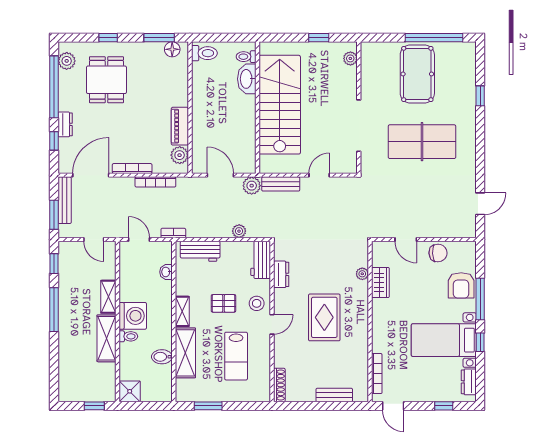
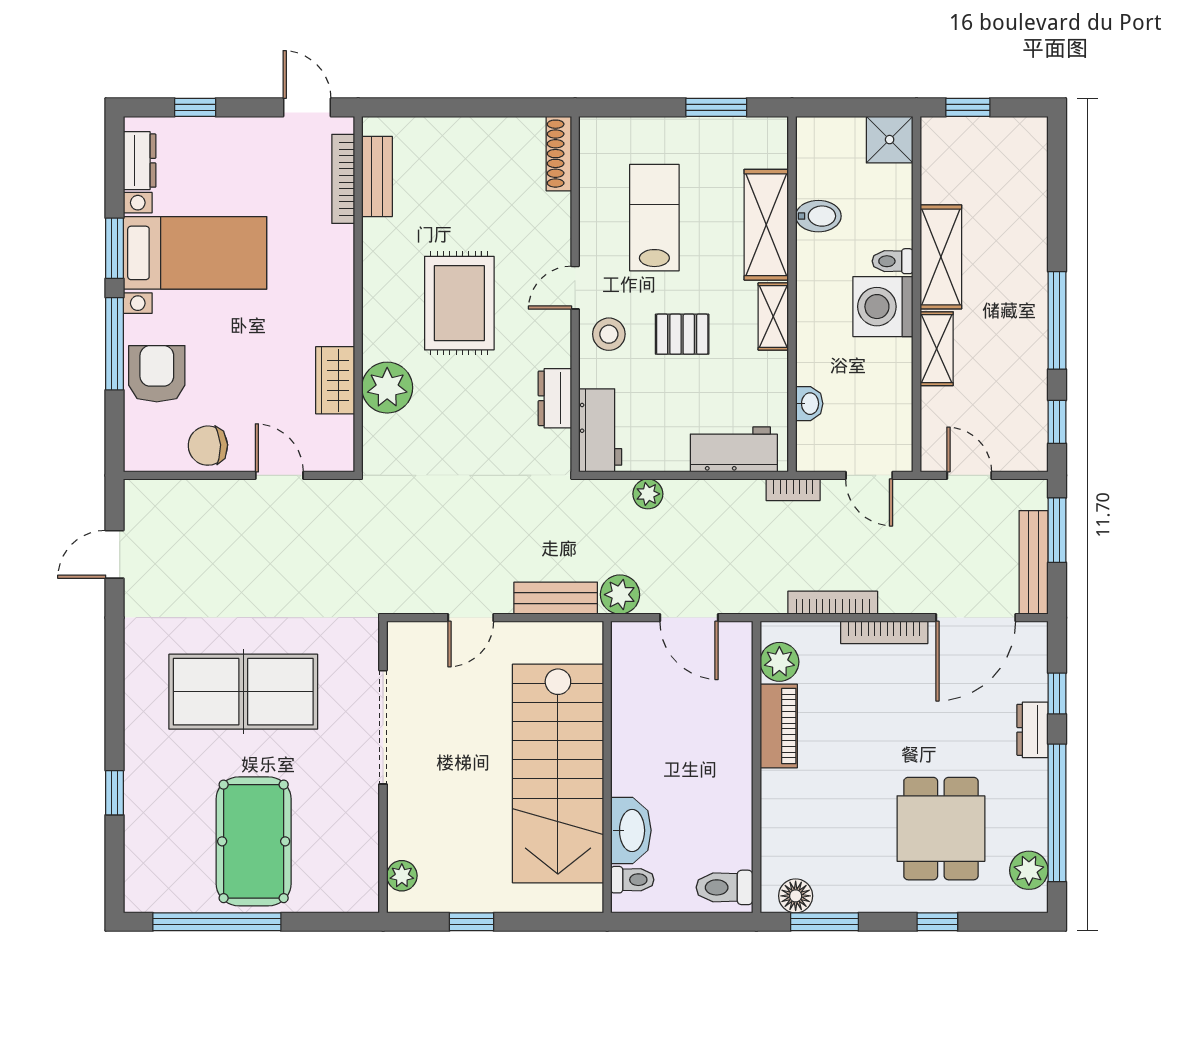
plant: (362, 274) -> (387, 388), width x1.87, depth x1.87
window: (480, 342) -> (115, 248), width x1.50
bench: (334, 395) -> (377, 177), moved, turned 90

